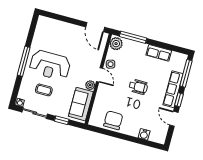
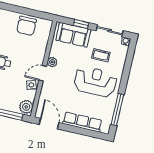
row of seats: (64, 28) -> (82, 122), added
window: (24, 61) -> (117, 110), moved
door: (99, 75) -> (43, 73), hinge flipped
sofa: (81, 104) -> (73, 35), moved, turned 90

